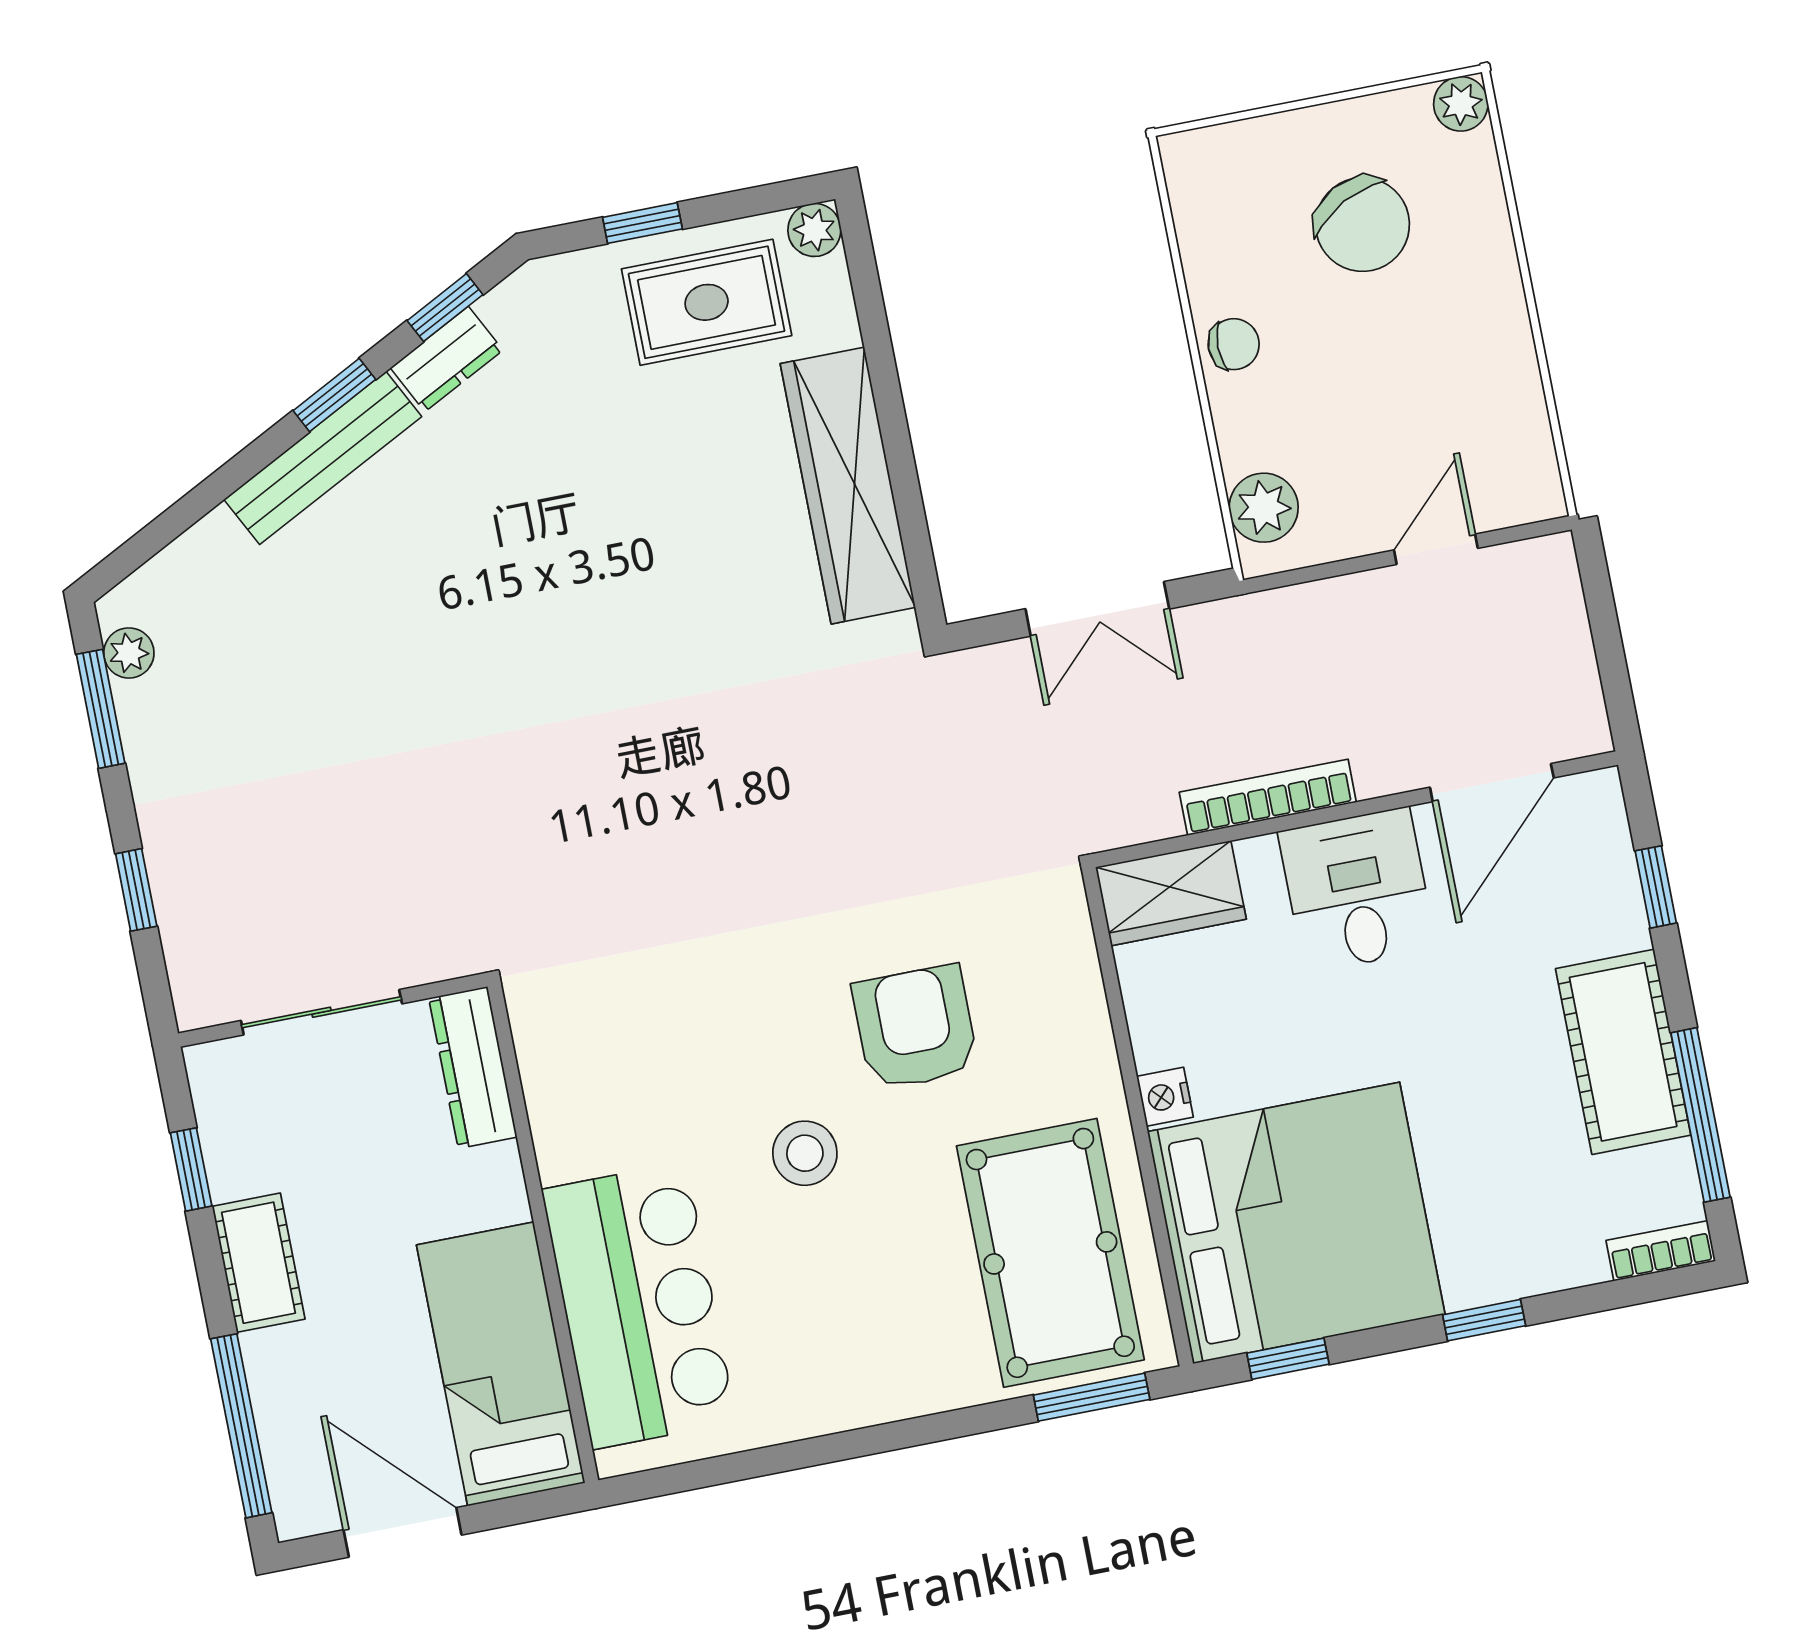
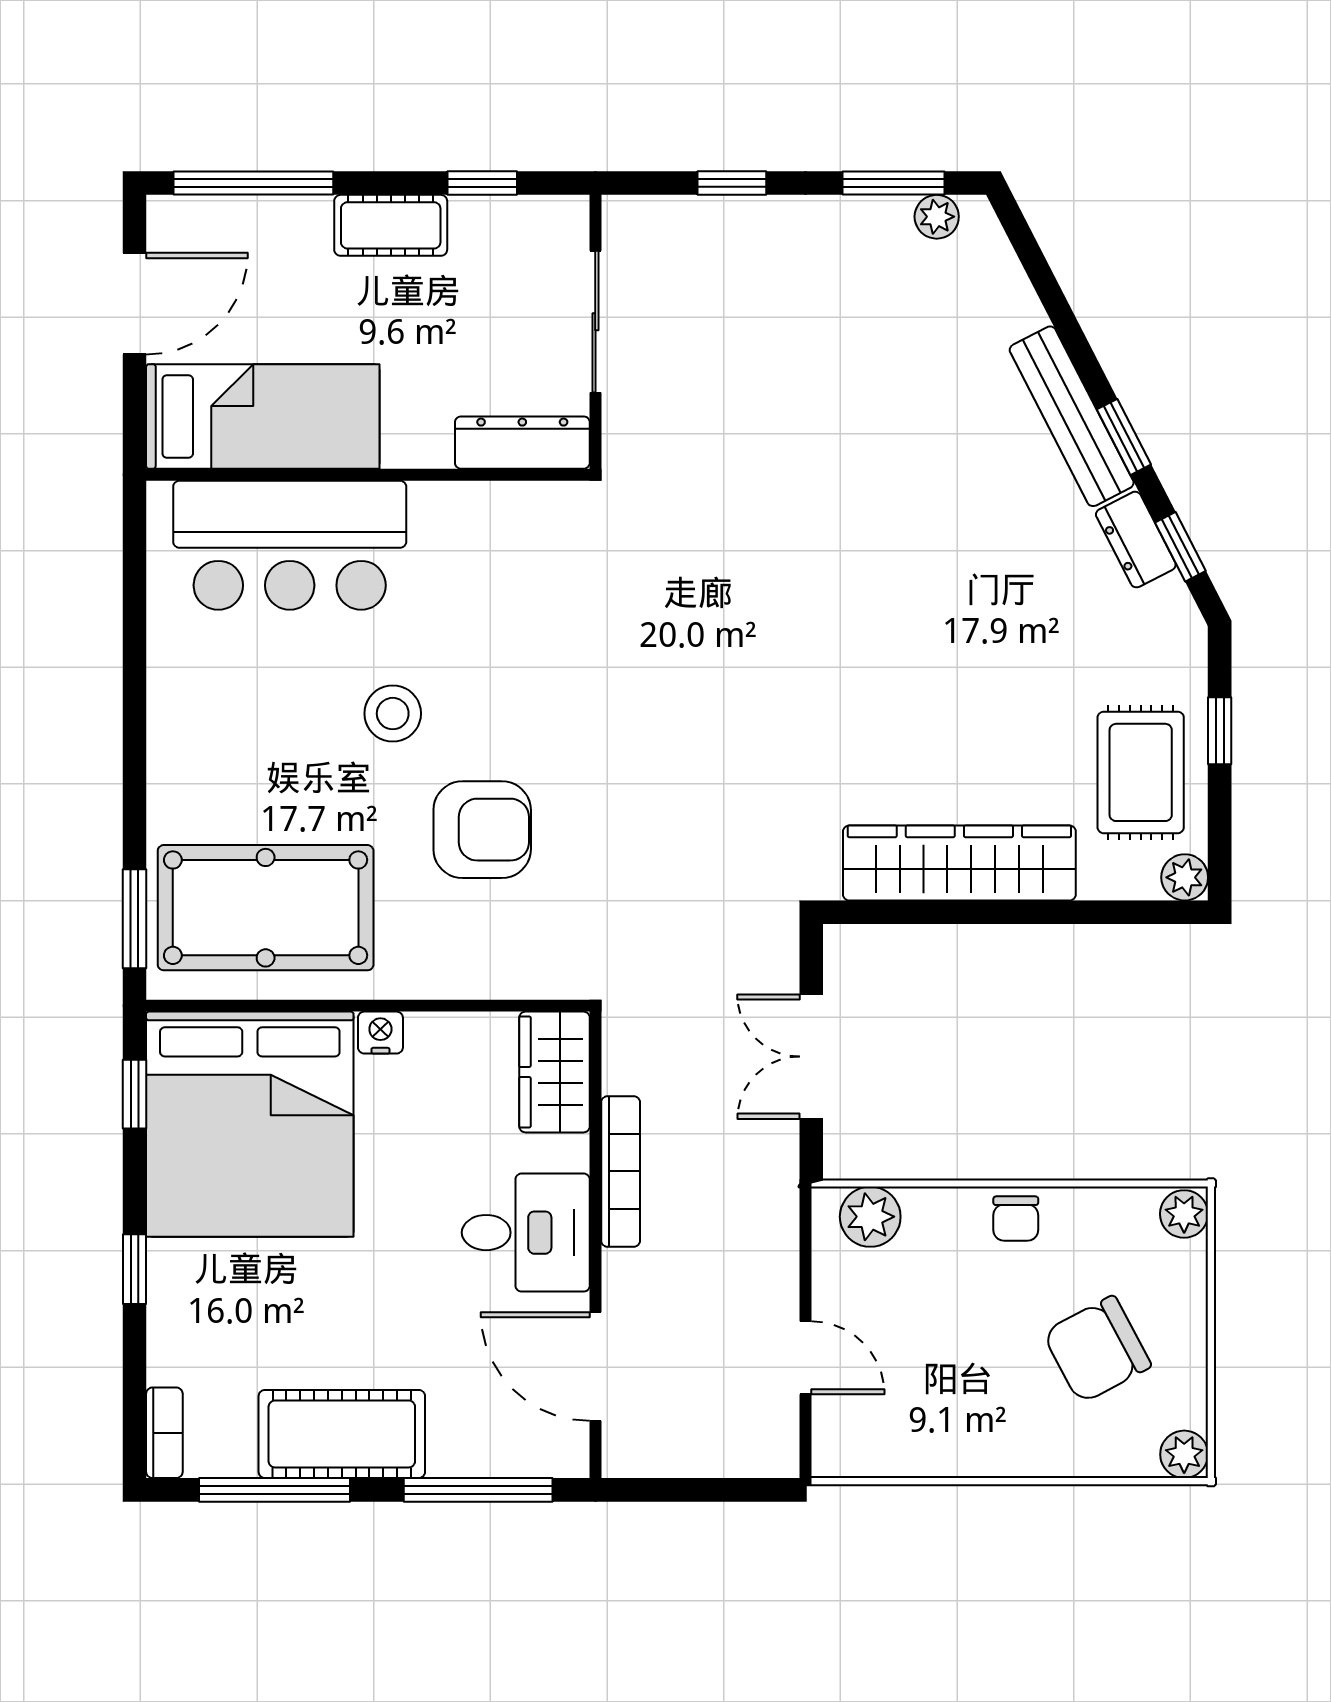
plant: (1192, 157) -> (1184, 1214), added
window: (1656, 887) -> (478, 1490), width x2.17

